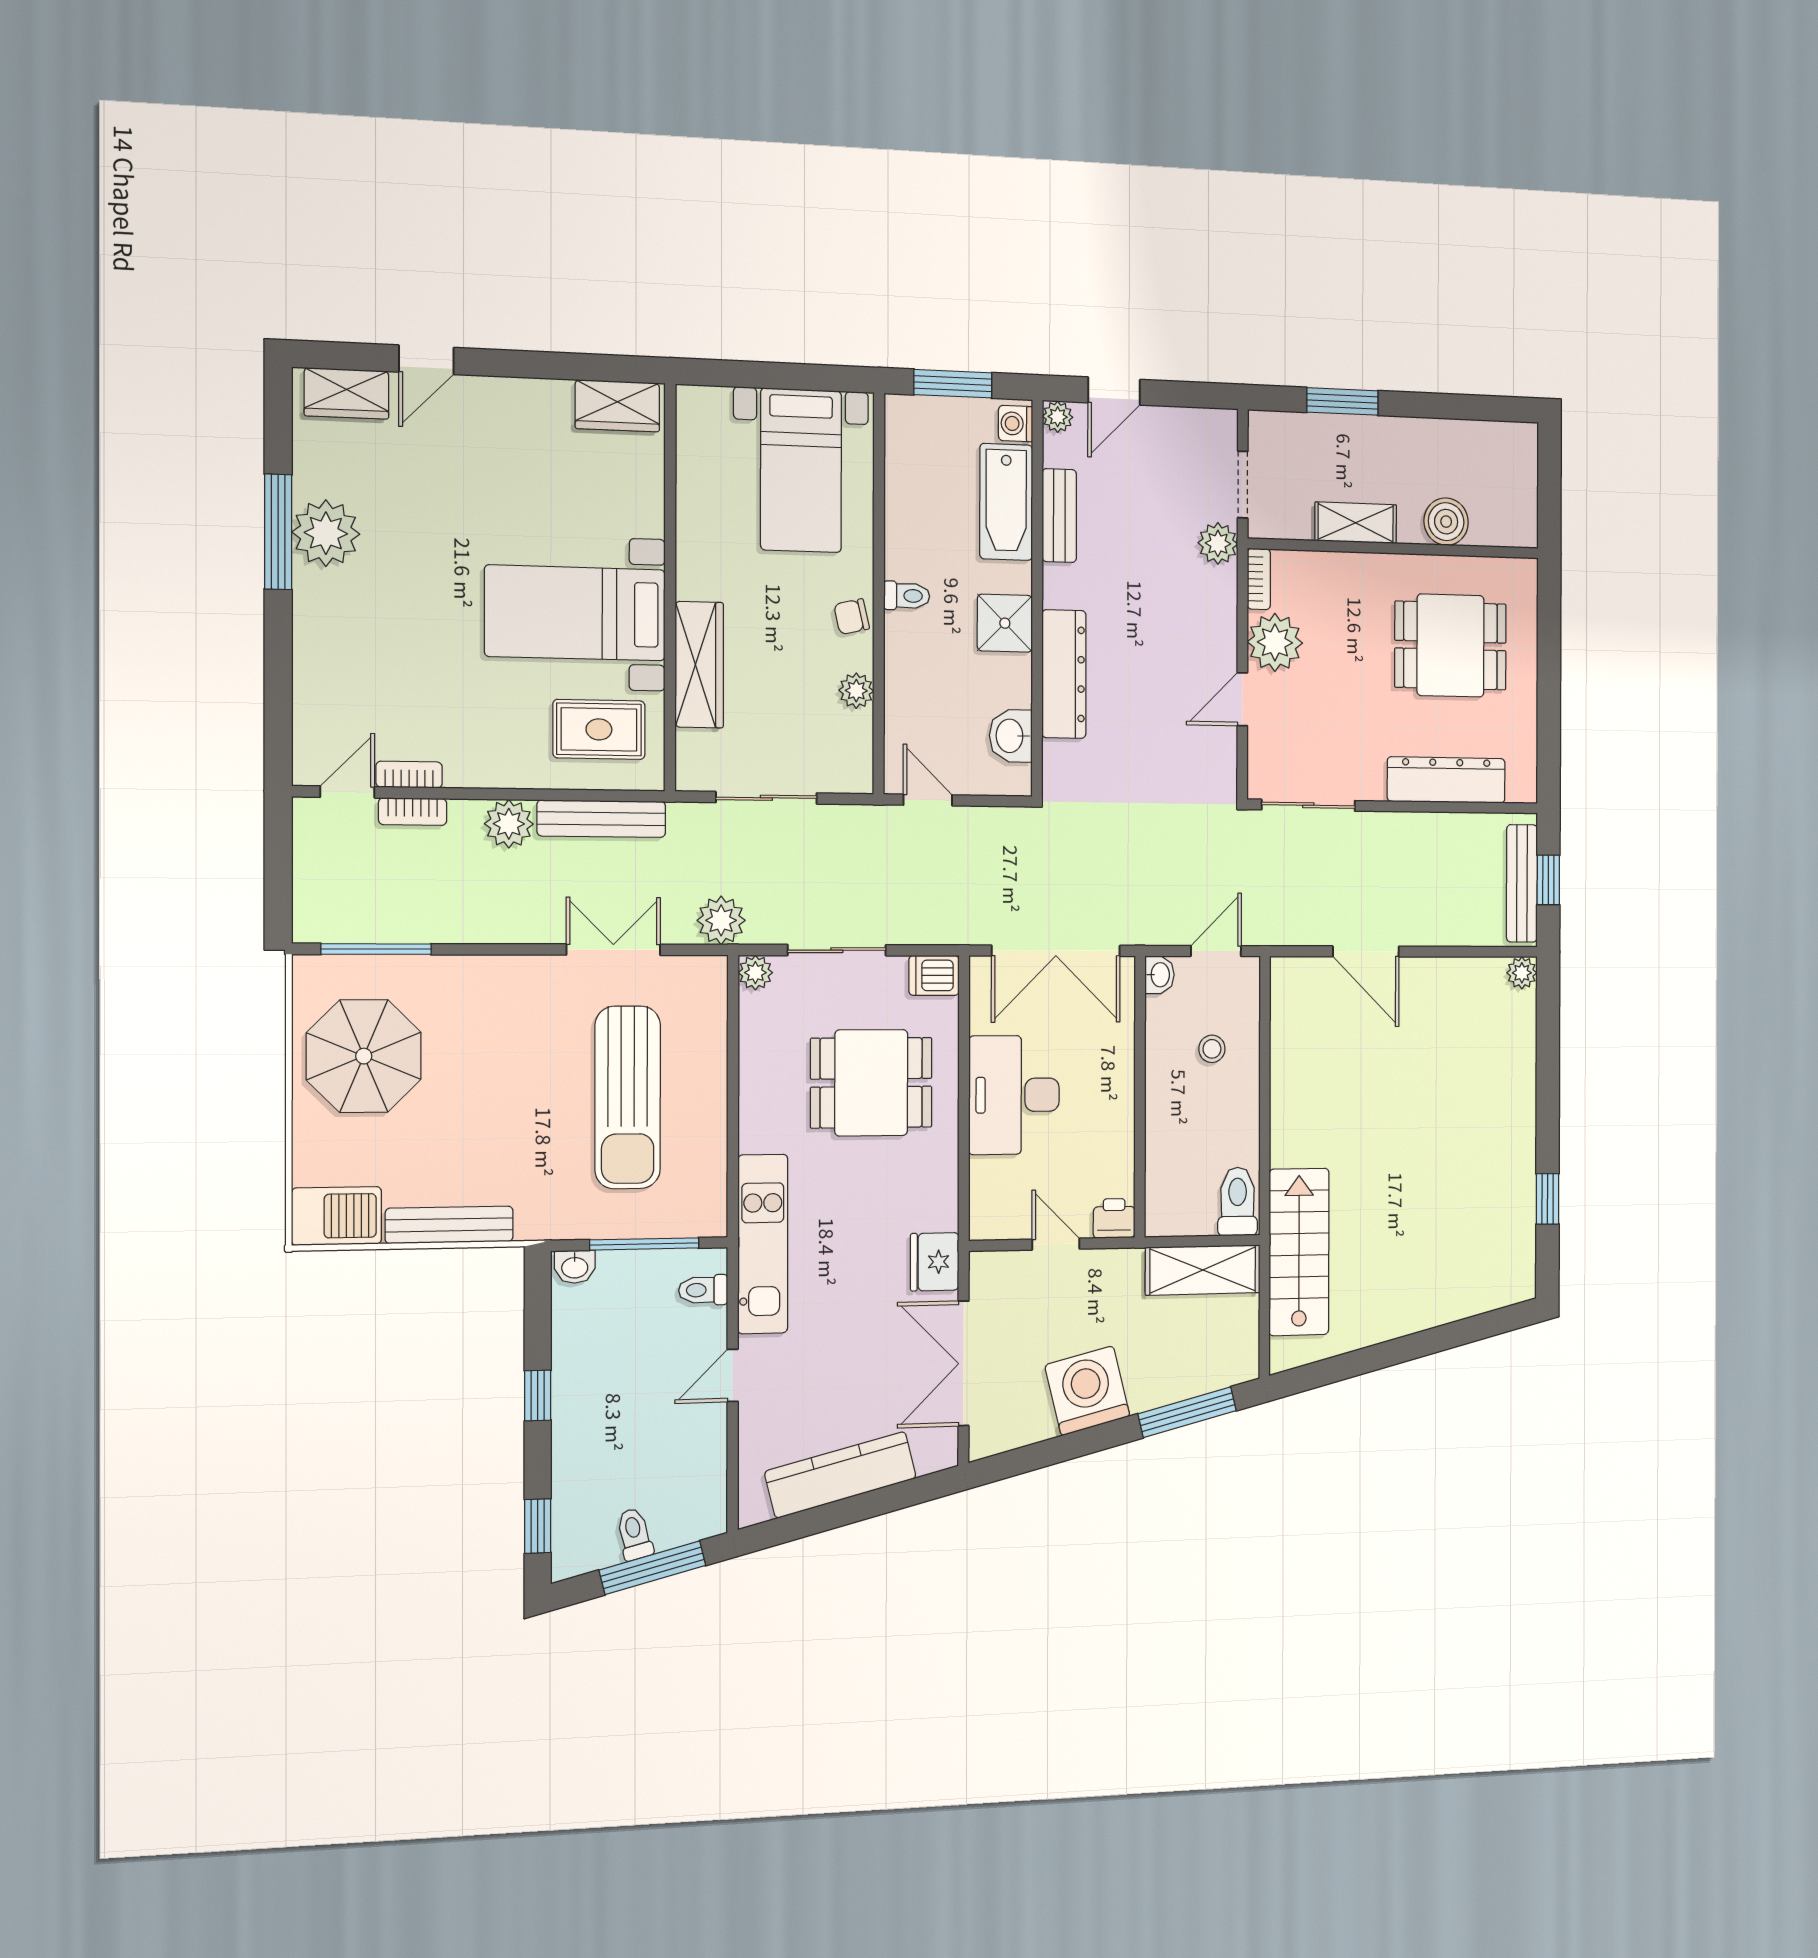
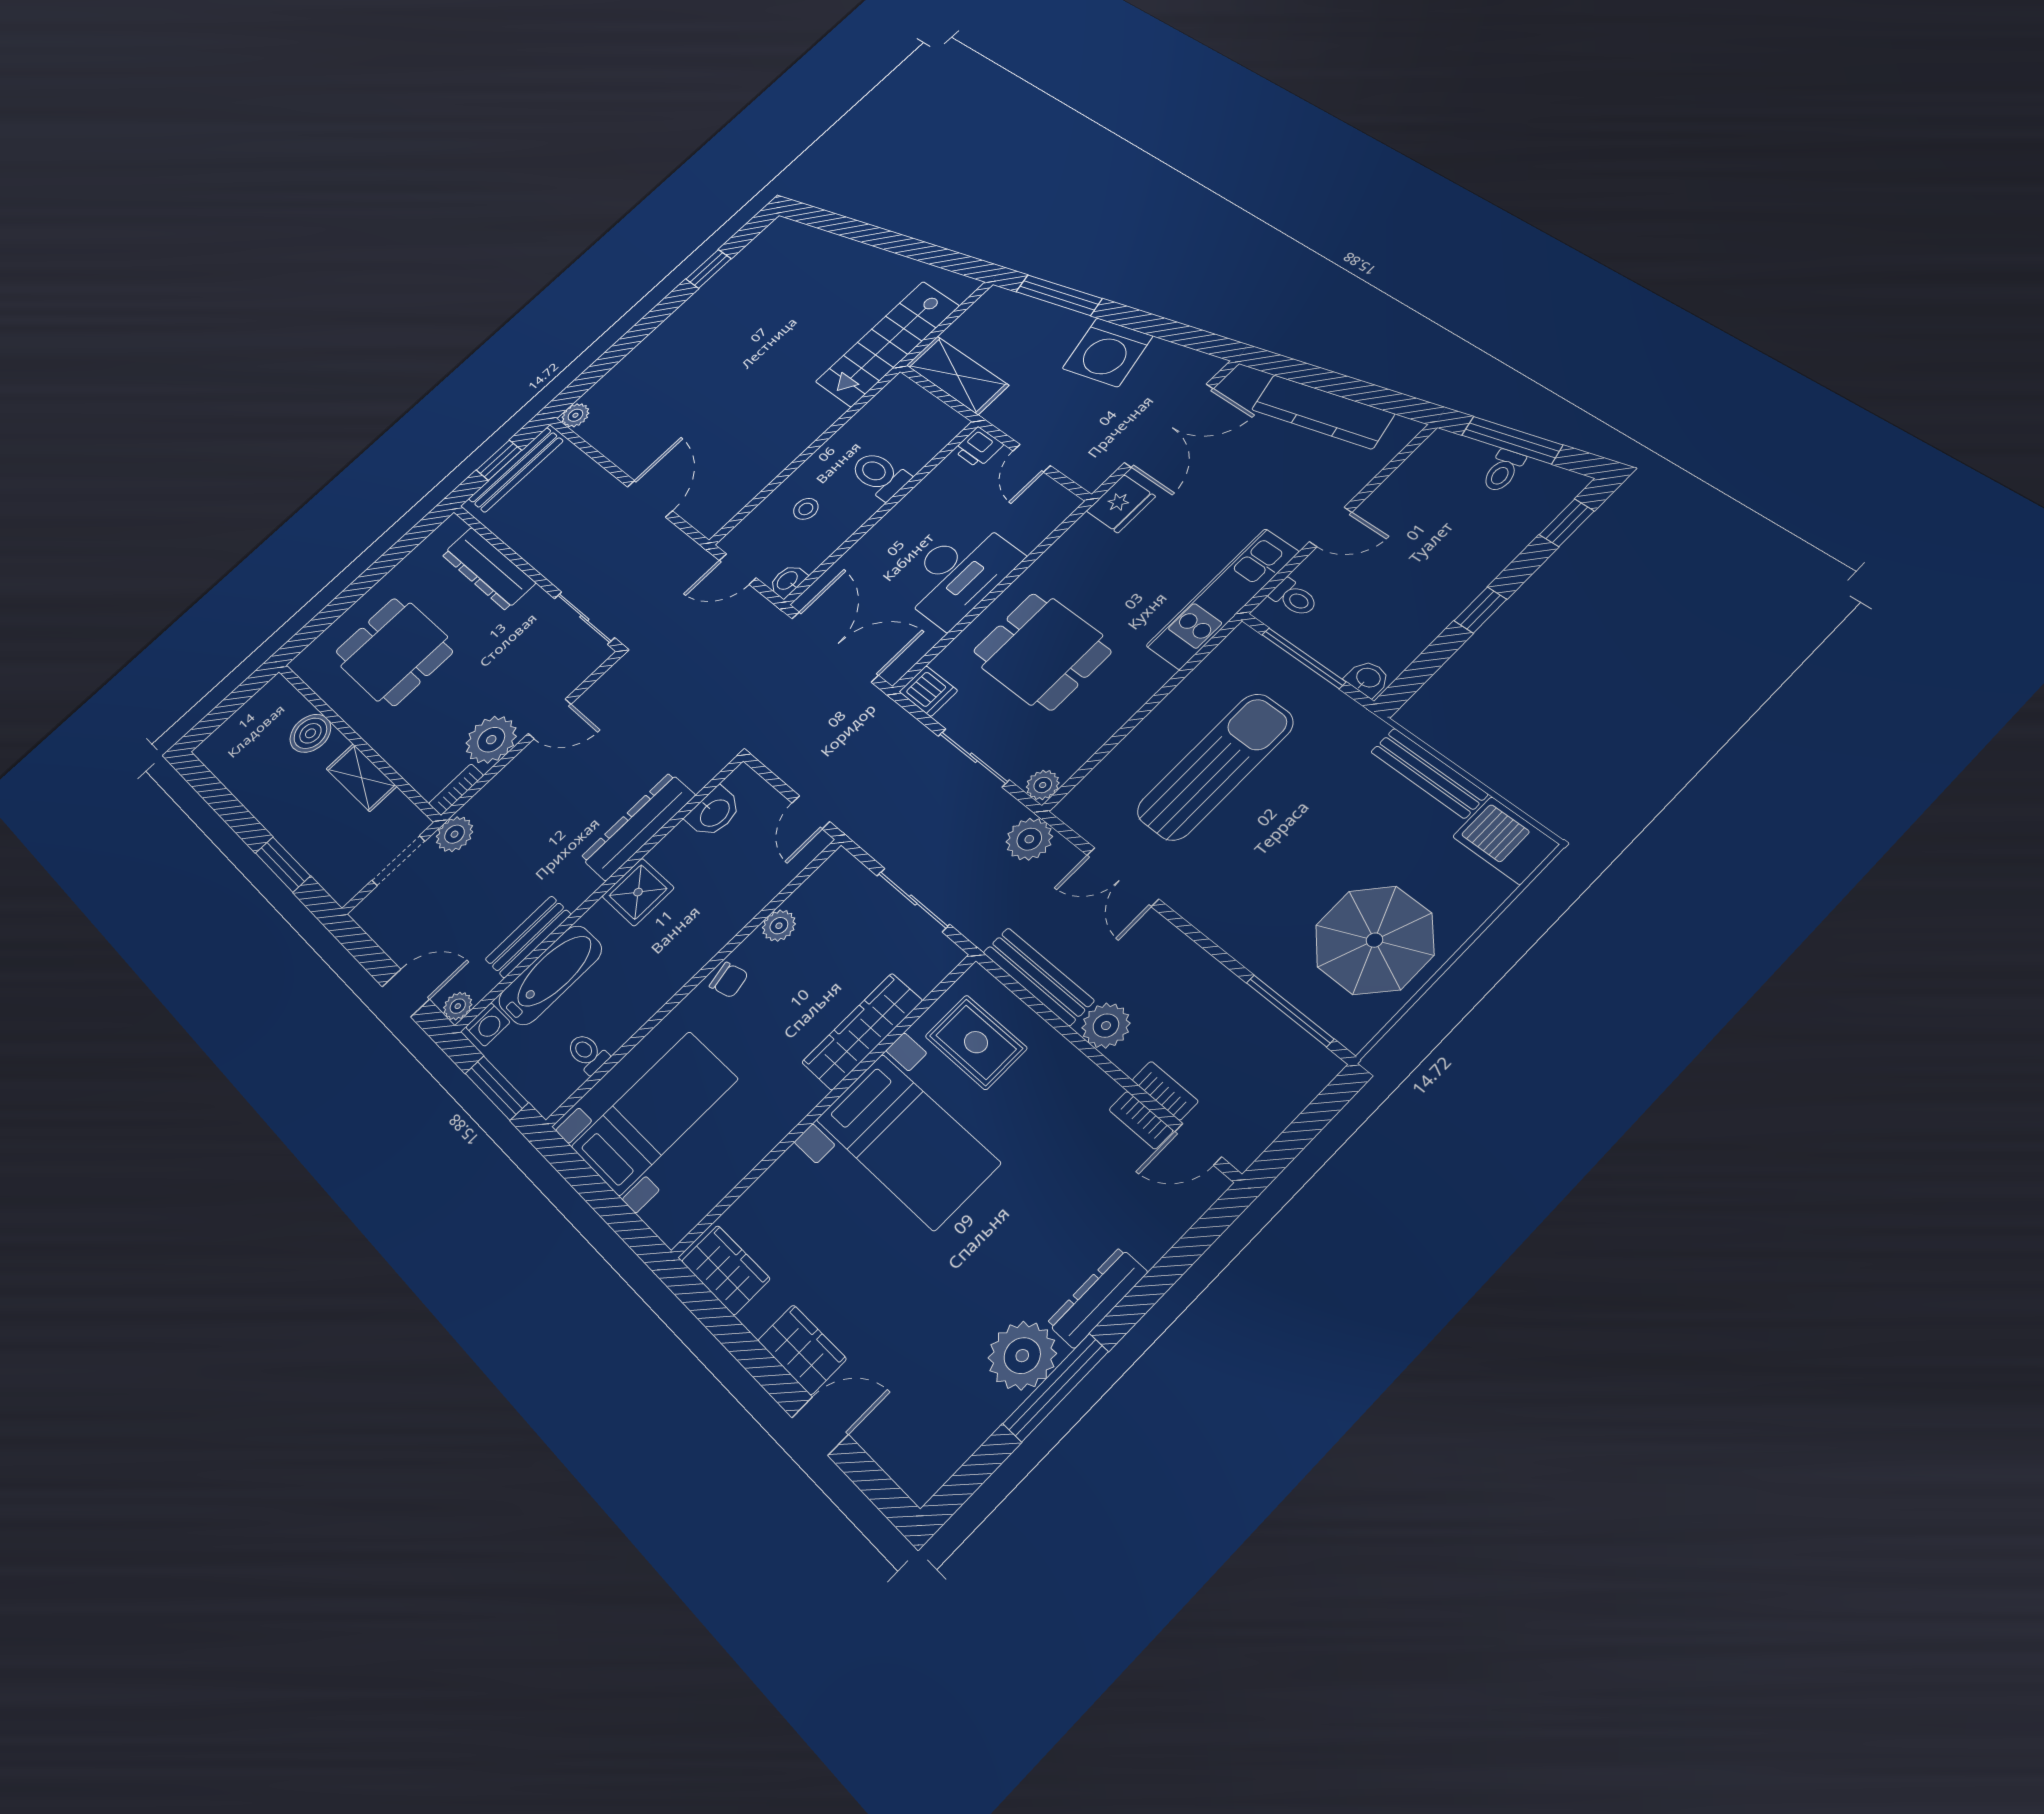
wardrobe: (346, 393) -> (802, 1350), moved
toilet: (907, 596) -> (587, 1053), moved
dresser: (312, 620) -> (1097, 1298), added
toilet: (1238, 1201) -> (880, 475), moved, turned 90

